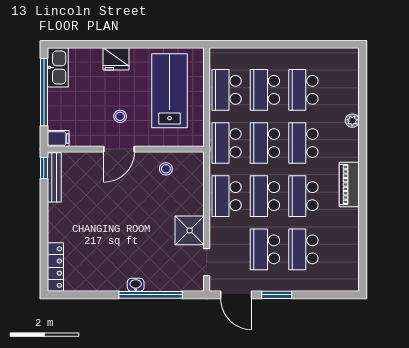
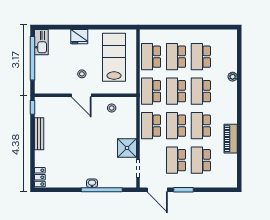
filing cabinet: (58, 139) -> (42, 88), removed
door: (119, 149) -> (81, 95), hinge flipped
bench: (54, 177) -> (39, 134), moved
piano: (349, 184) -> (231, 139), moved
locker: (55, 267) -> (40, 177), width x0.66

